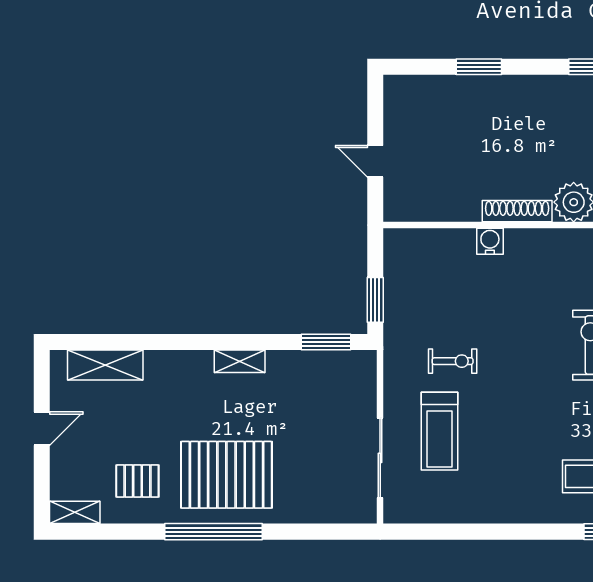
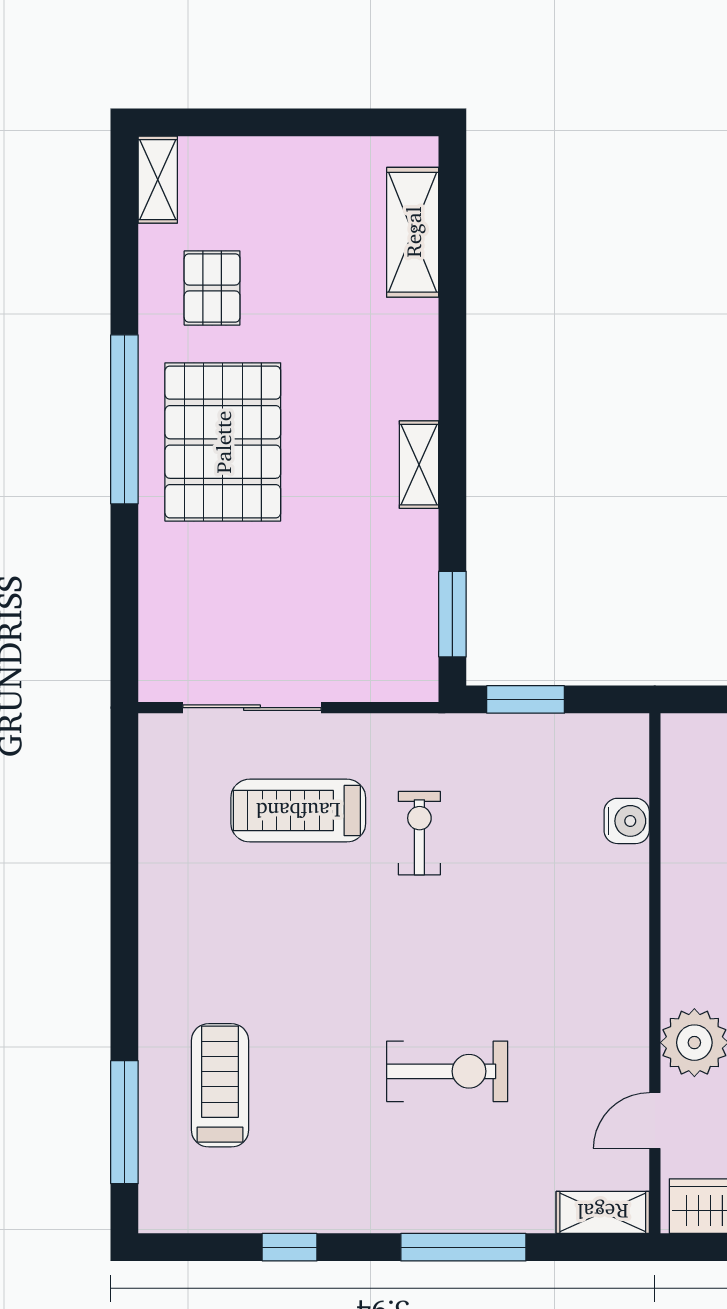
shoe rack: (517, 211) -> (679, 945), removed
water cooler: (490, 241) -> (627, 821), moved
exercise bike: (453, 361) -> (419, 833), turned 180
door: (42, 429) -> (303, 122), removed

